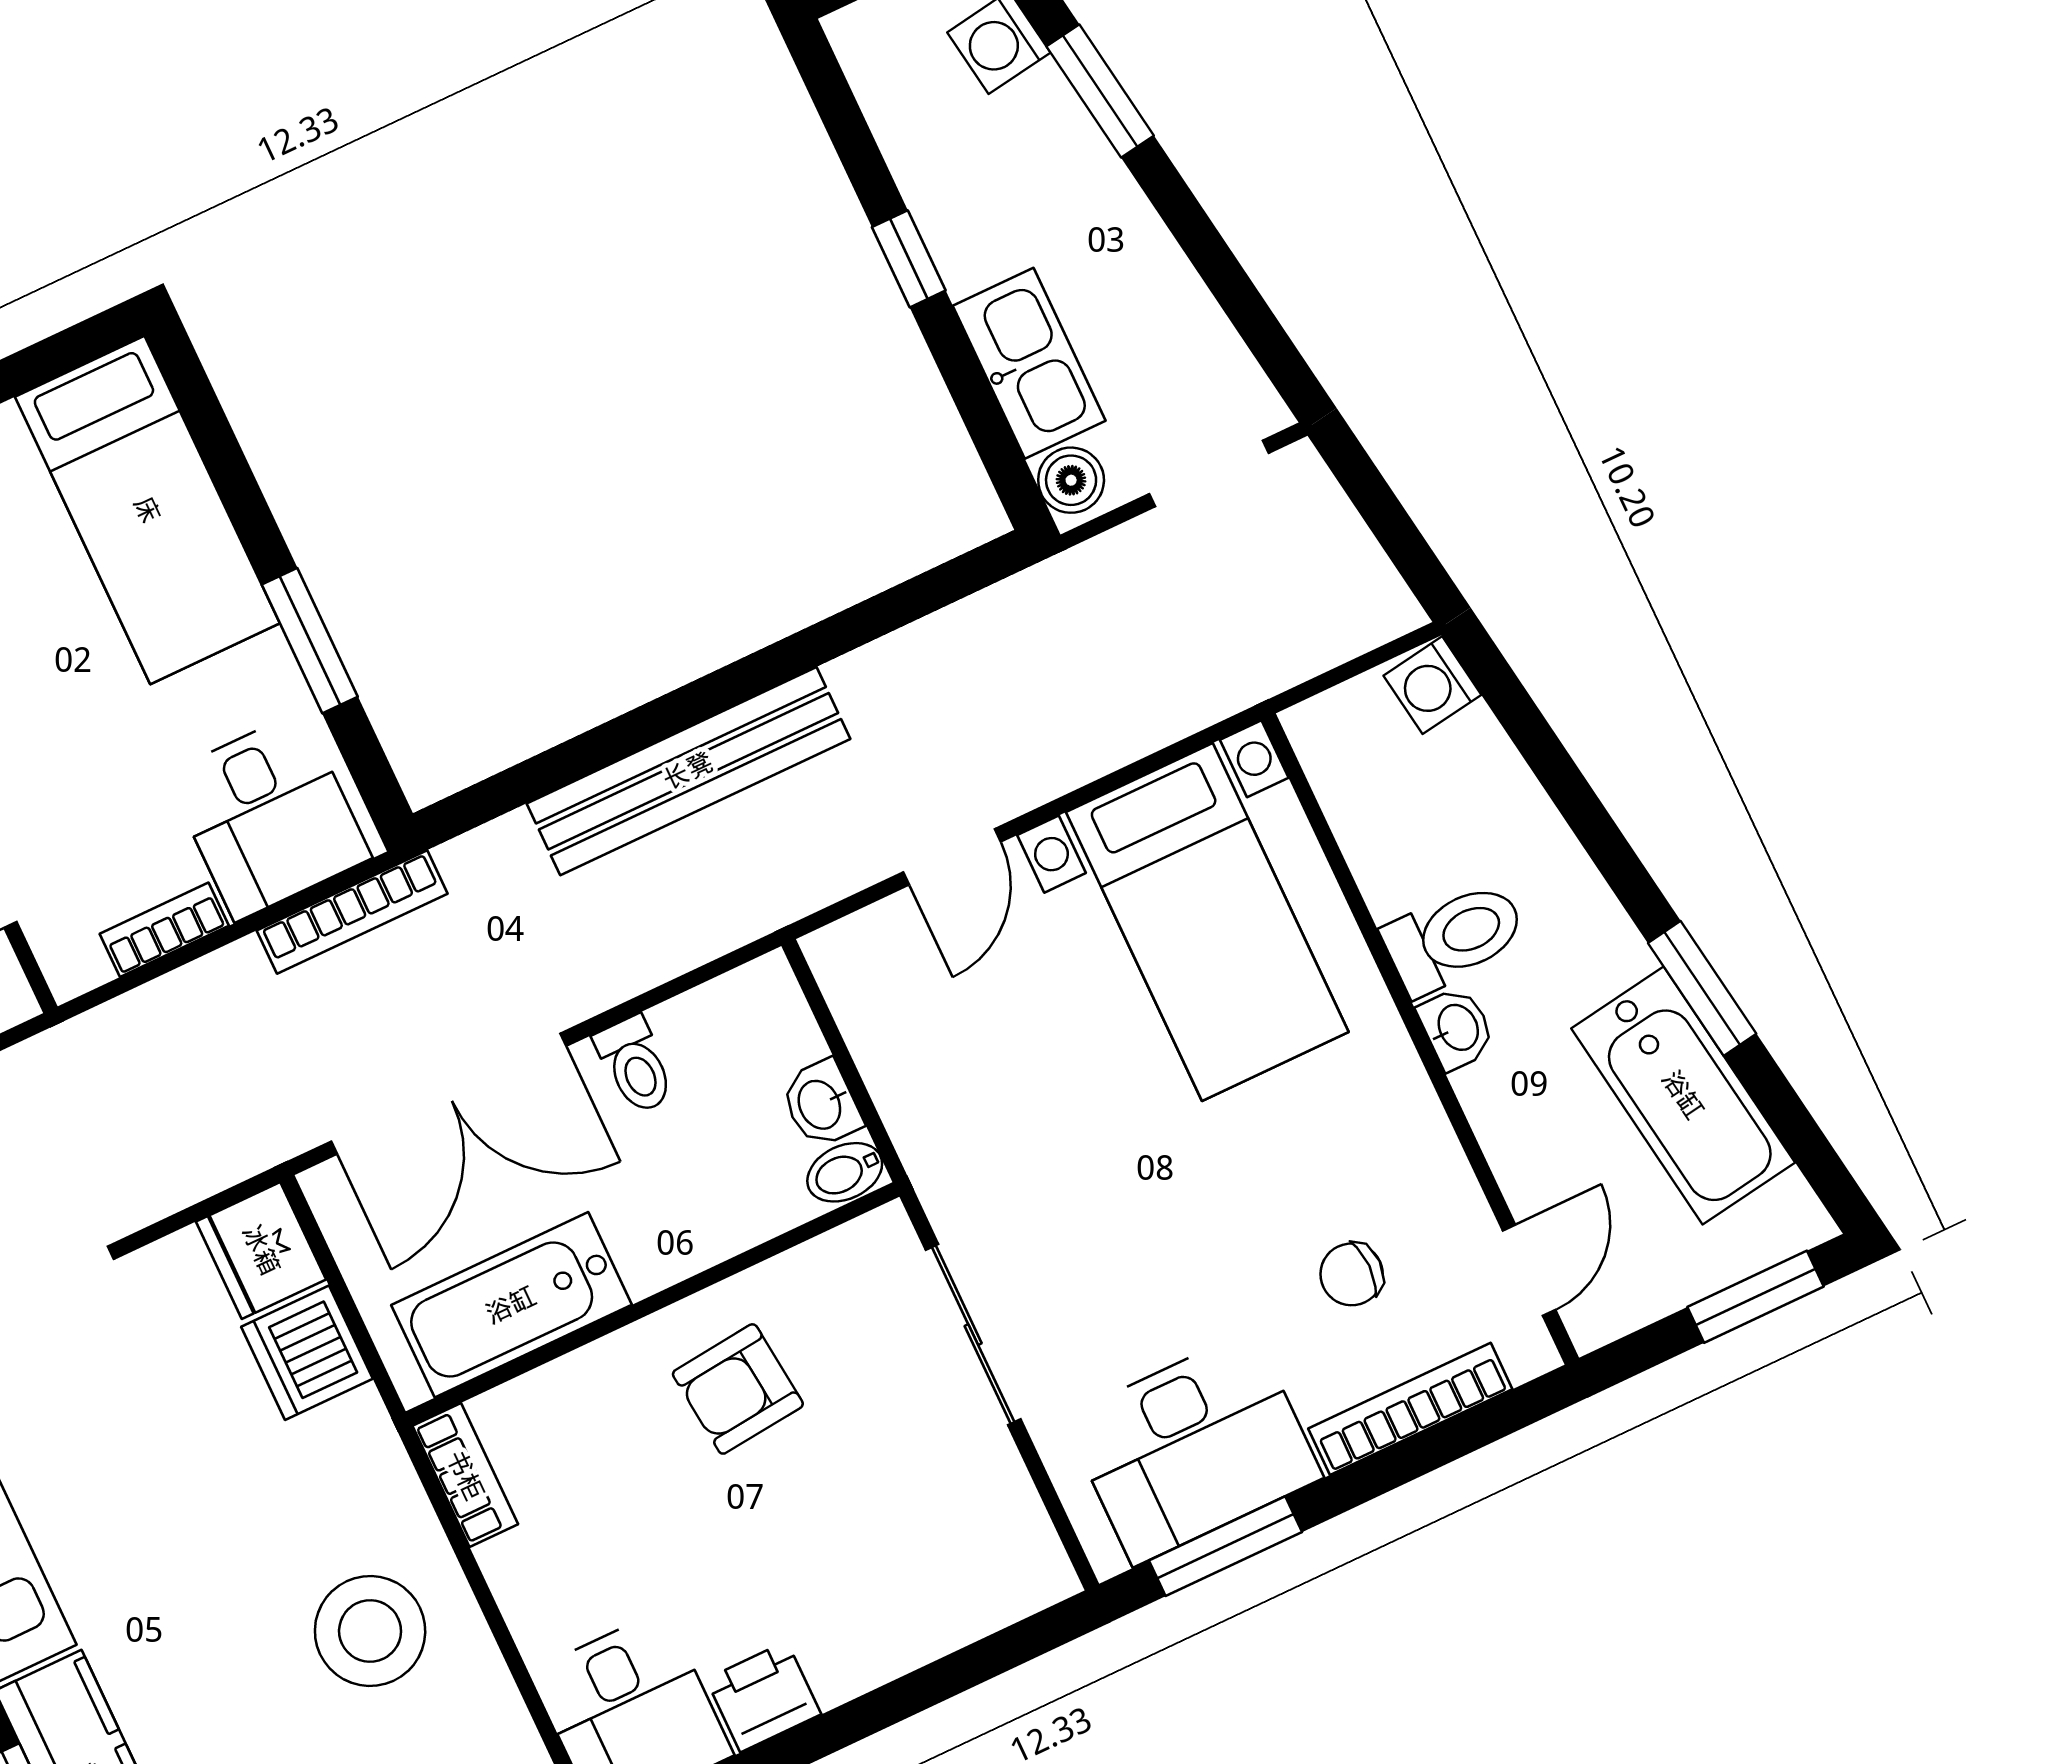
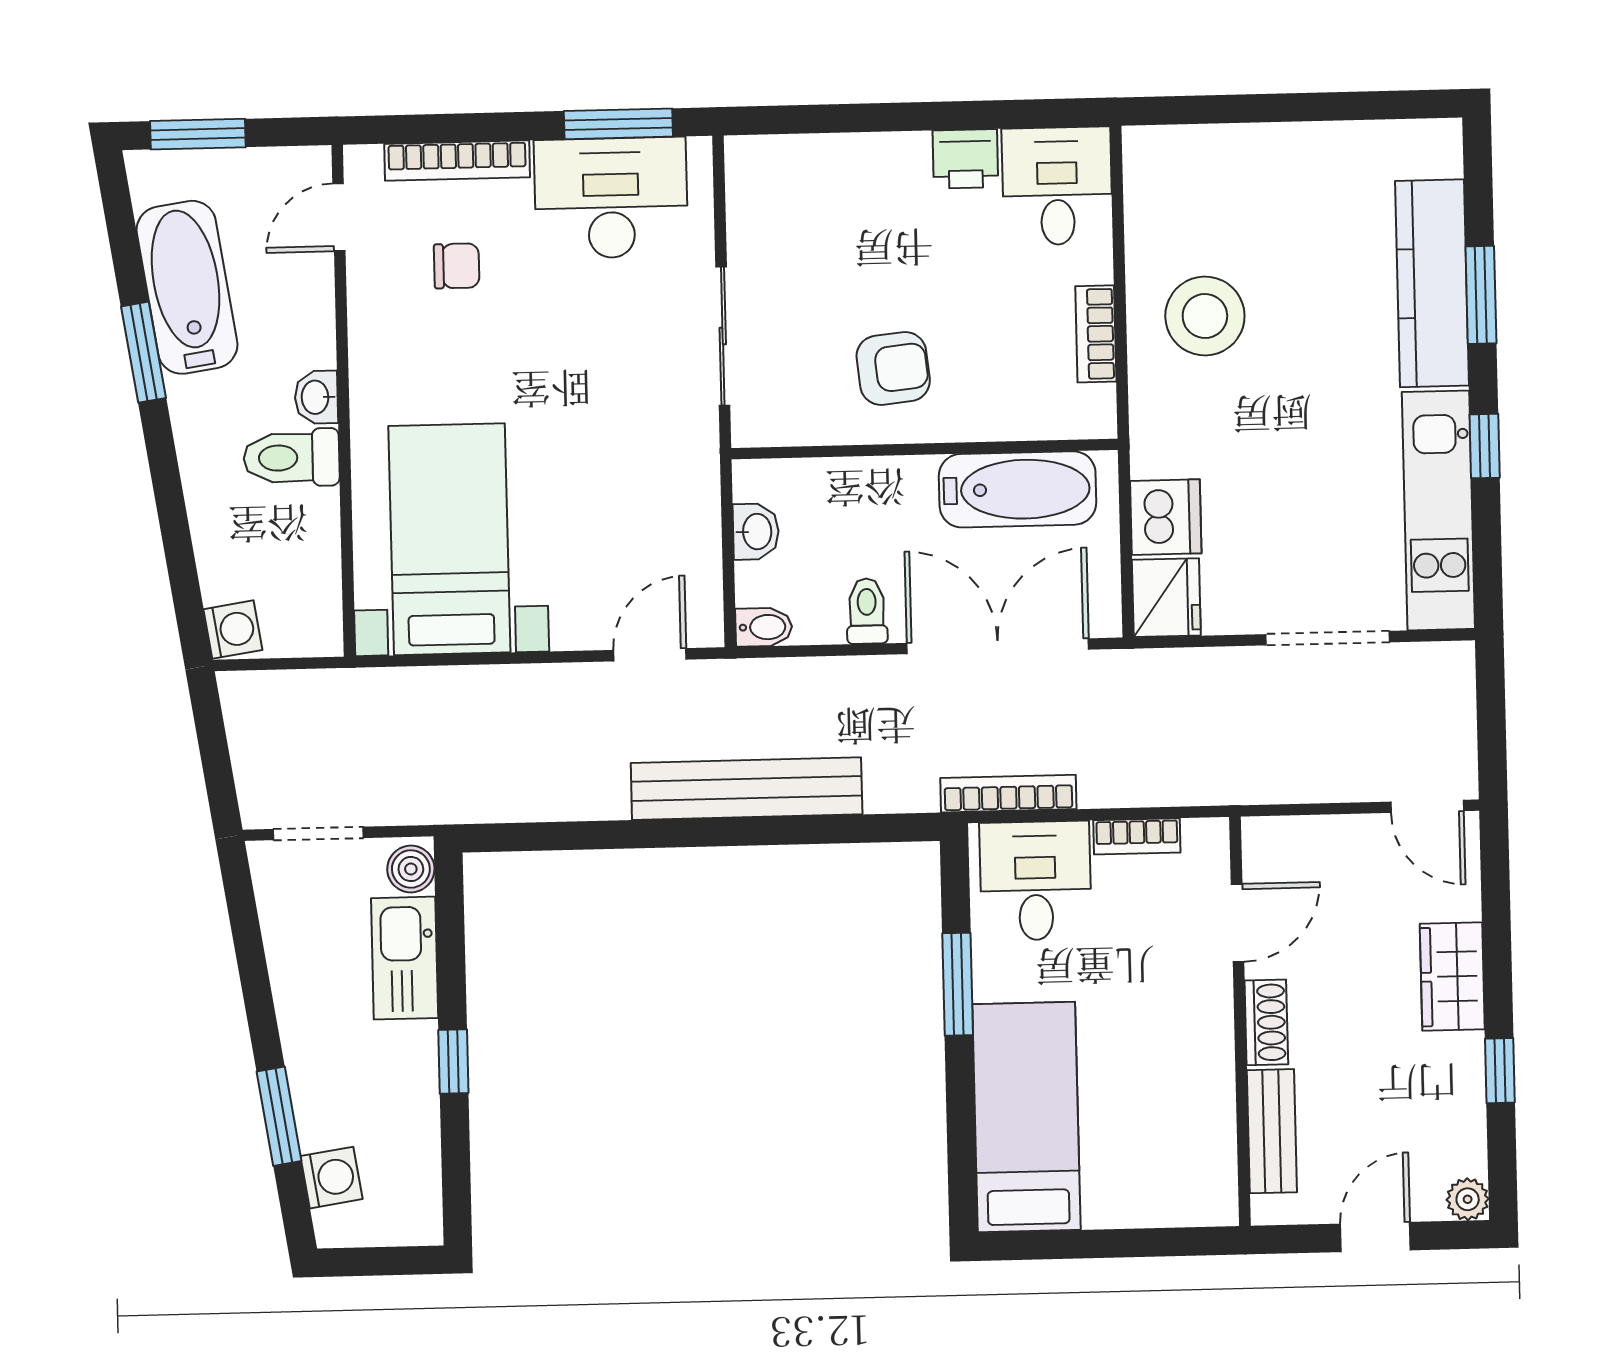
door: (952, 857) -> (650, 655), moved
bidet: (845, 1172) -> (764, 627), moved
bookcase: (465, 1475) -> (1096, 334), moved

